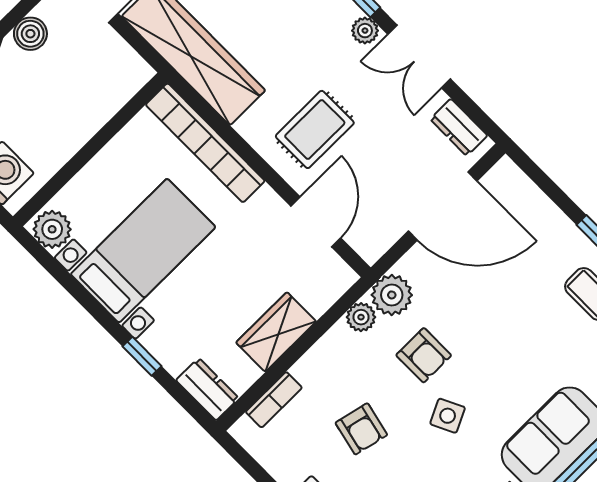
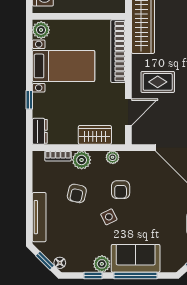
plant: (392, 295) -> (82, 160), moved
wardrobe: (276, 332) -> (95, 135), moved

